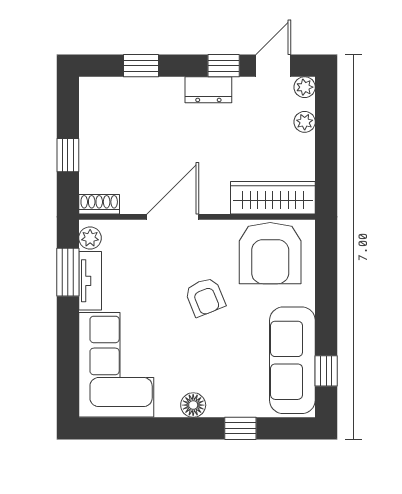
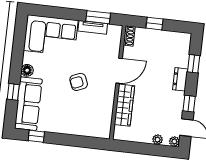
dresser: (208, 90) -> (180, 79), moved
wardrobe: (273, 198) -> (124, 105), moved
door: (173, 217) -> (119, 71), hinge flipped
plant: (90, 238) -> (113, 30), removed
armchair: (270, 253) -> (96, 116), removed
sofa: (292, 360) -> (28, 104), moved, turned 90

